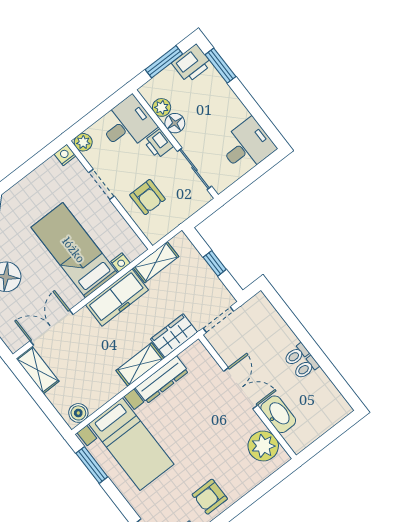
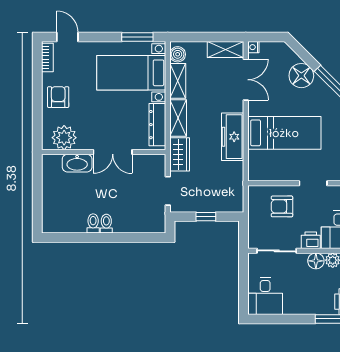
nightstand: (120, 262) -> (253, 47), moved
shelving: (156, 262) -> (178, 81), moved
double door: (241, 388) -> (113, 152), moved
wall: (247, 397) -> (104, 152), moved
washbasin: (278, 414) -> (77, 163), moved
plant: (263, 446) -> (64, 138), moved

